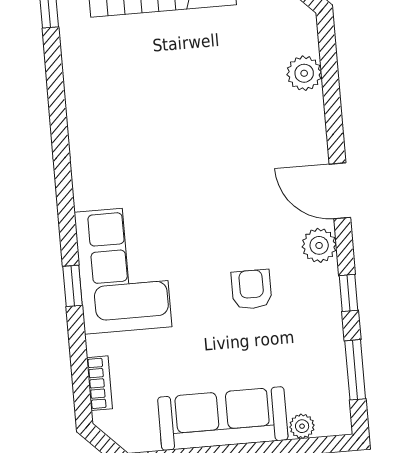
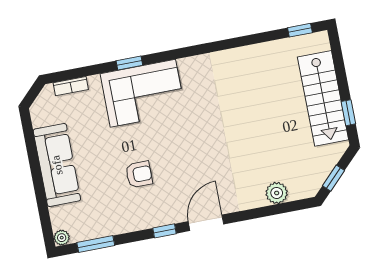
plant: (319, 245) -> (171, 214), removed
window: (349, 293) -> (165, 231), moved
plant: (302, 426) -> (62, 238), moved

